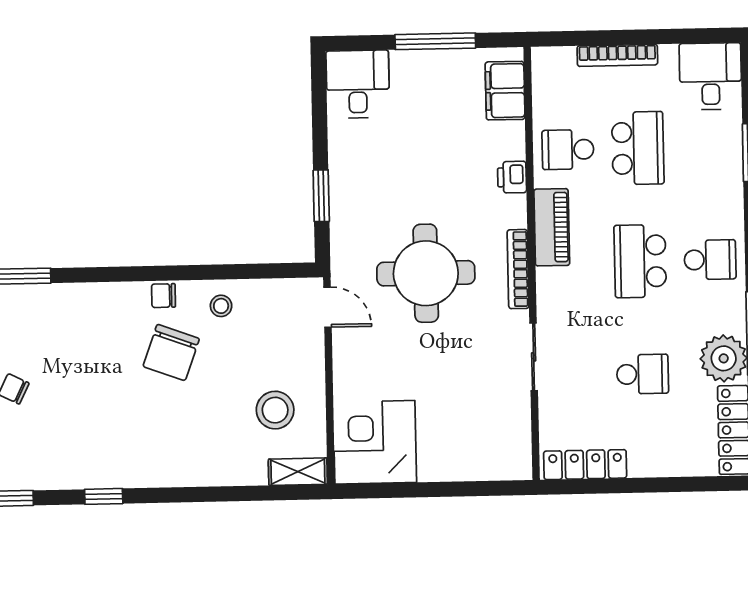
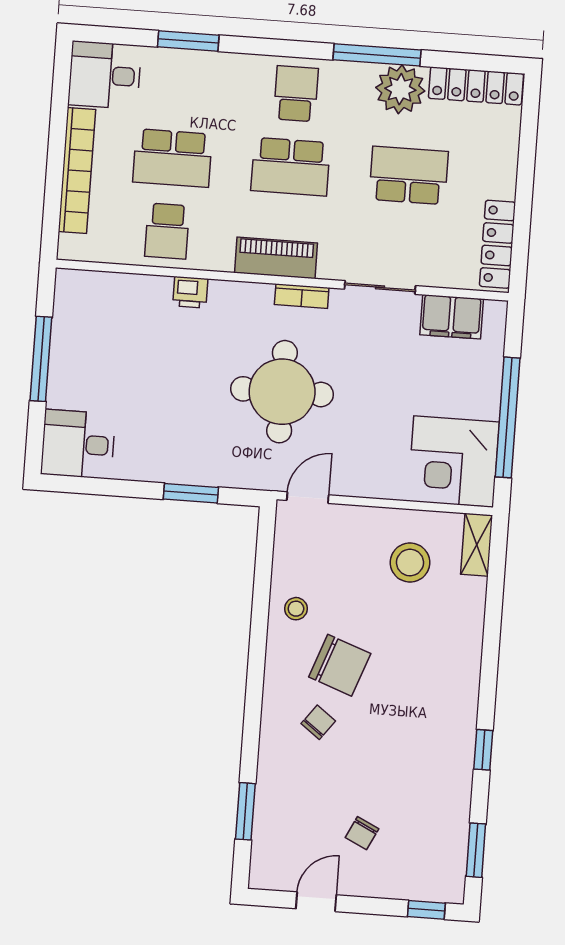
bookcase: (617, 55) -> (77, 170), width x1.48, depth x1.31
filing cabinet: (505, 91) -> (452, 317), moved
school desk: (638, 148) -> (172, 158), turned 180
piano: (552, 227) -> (276, 258), moved
bookcase: (518, 269) -> (302, 296), width x0.64
chair: (164, 296) -> (318, 722), moved, turned -143
school desk: (643, 374) -> (409, 175), width x1.85
window: (422, 490) -> (508, 417), added

